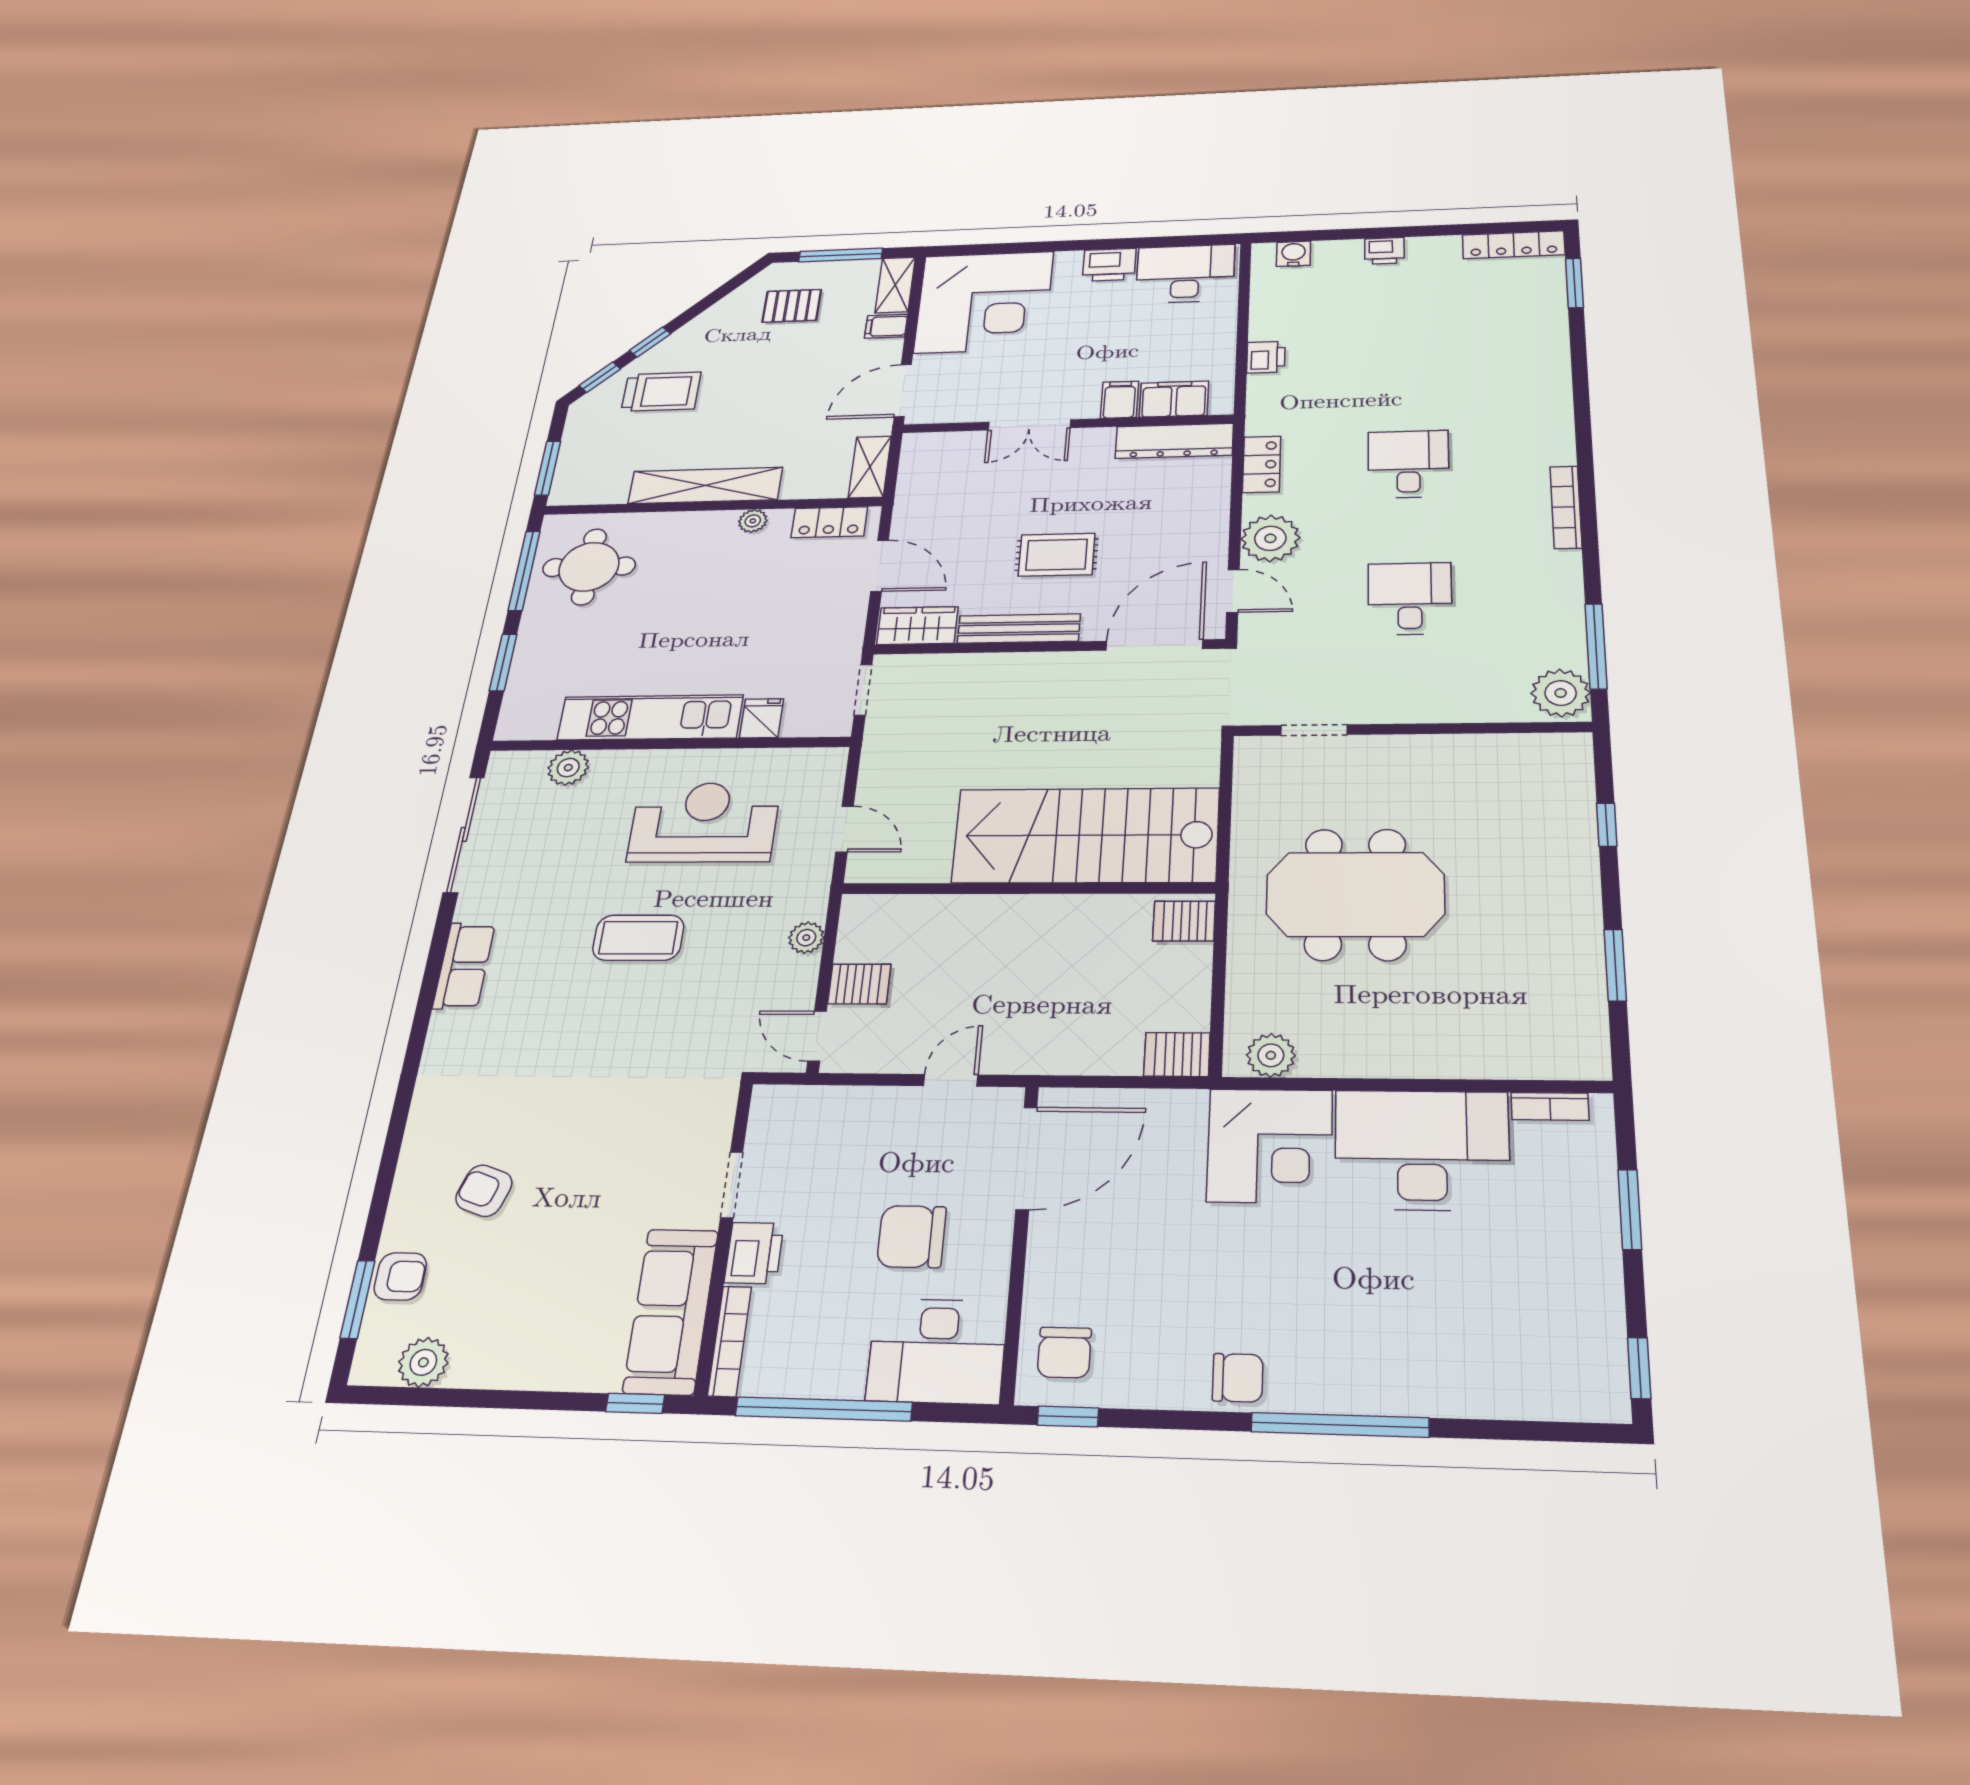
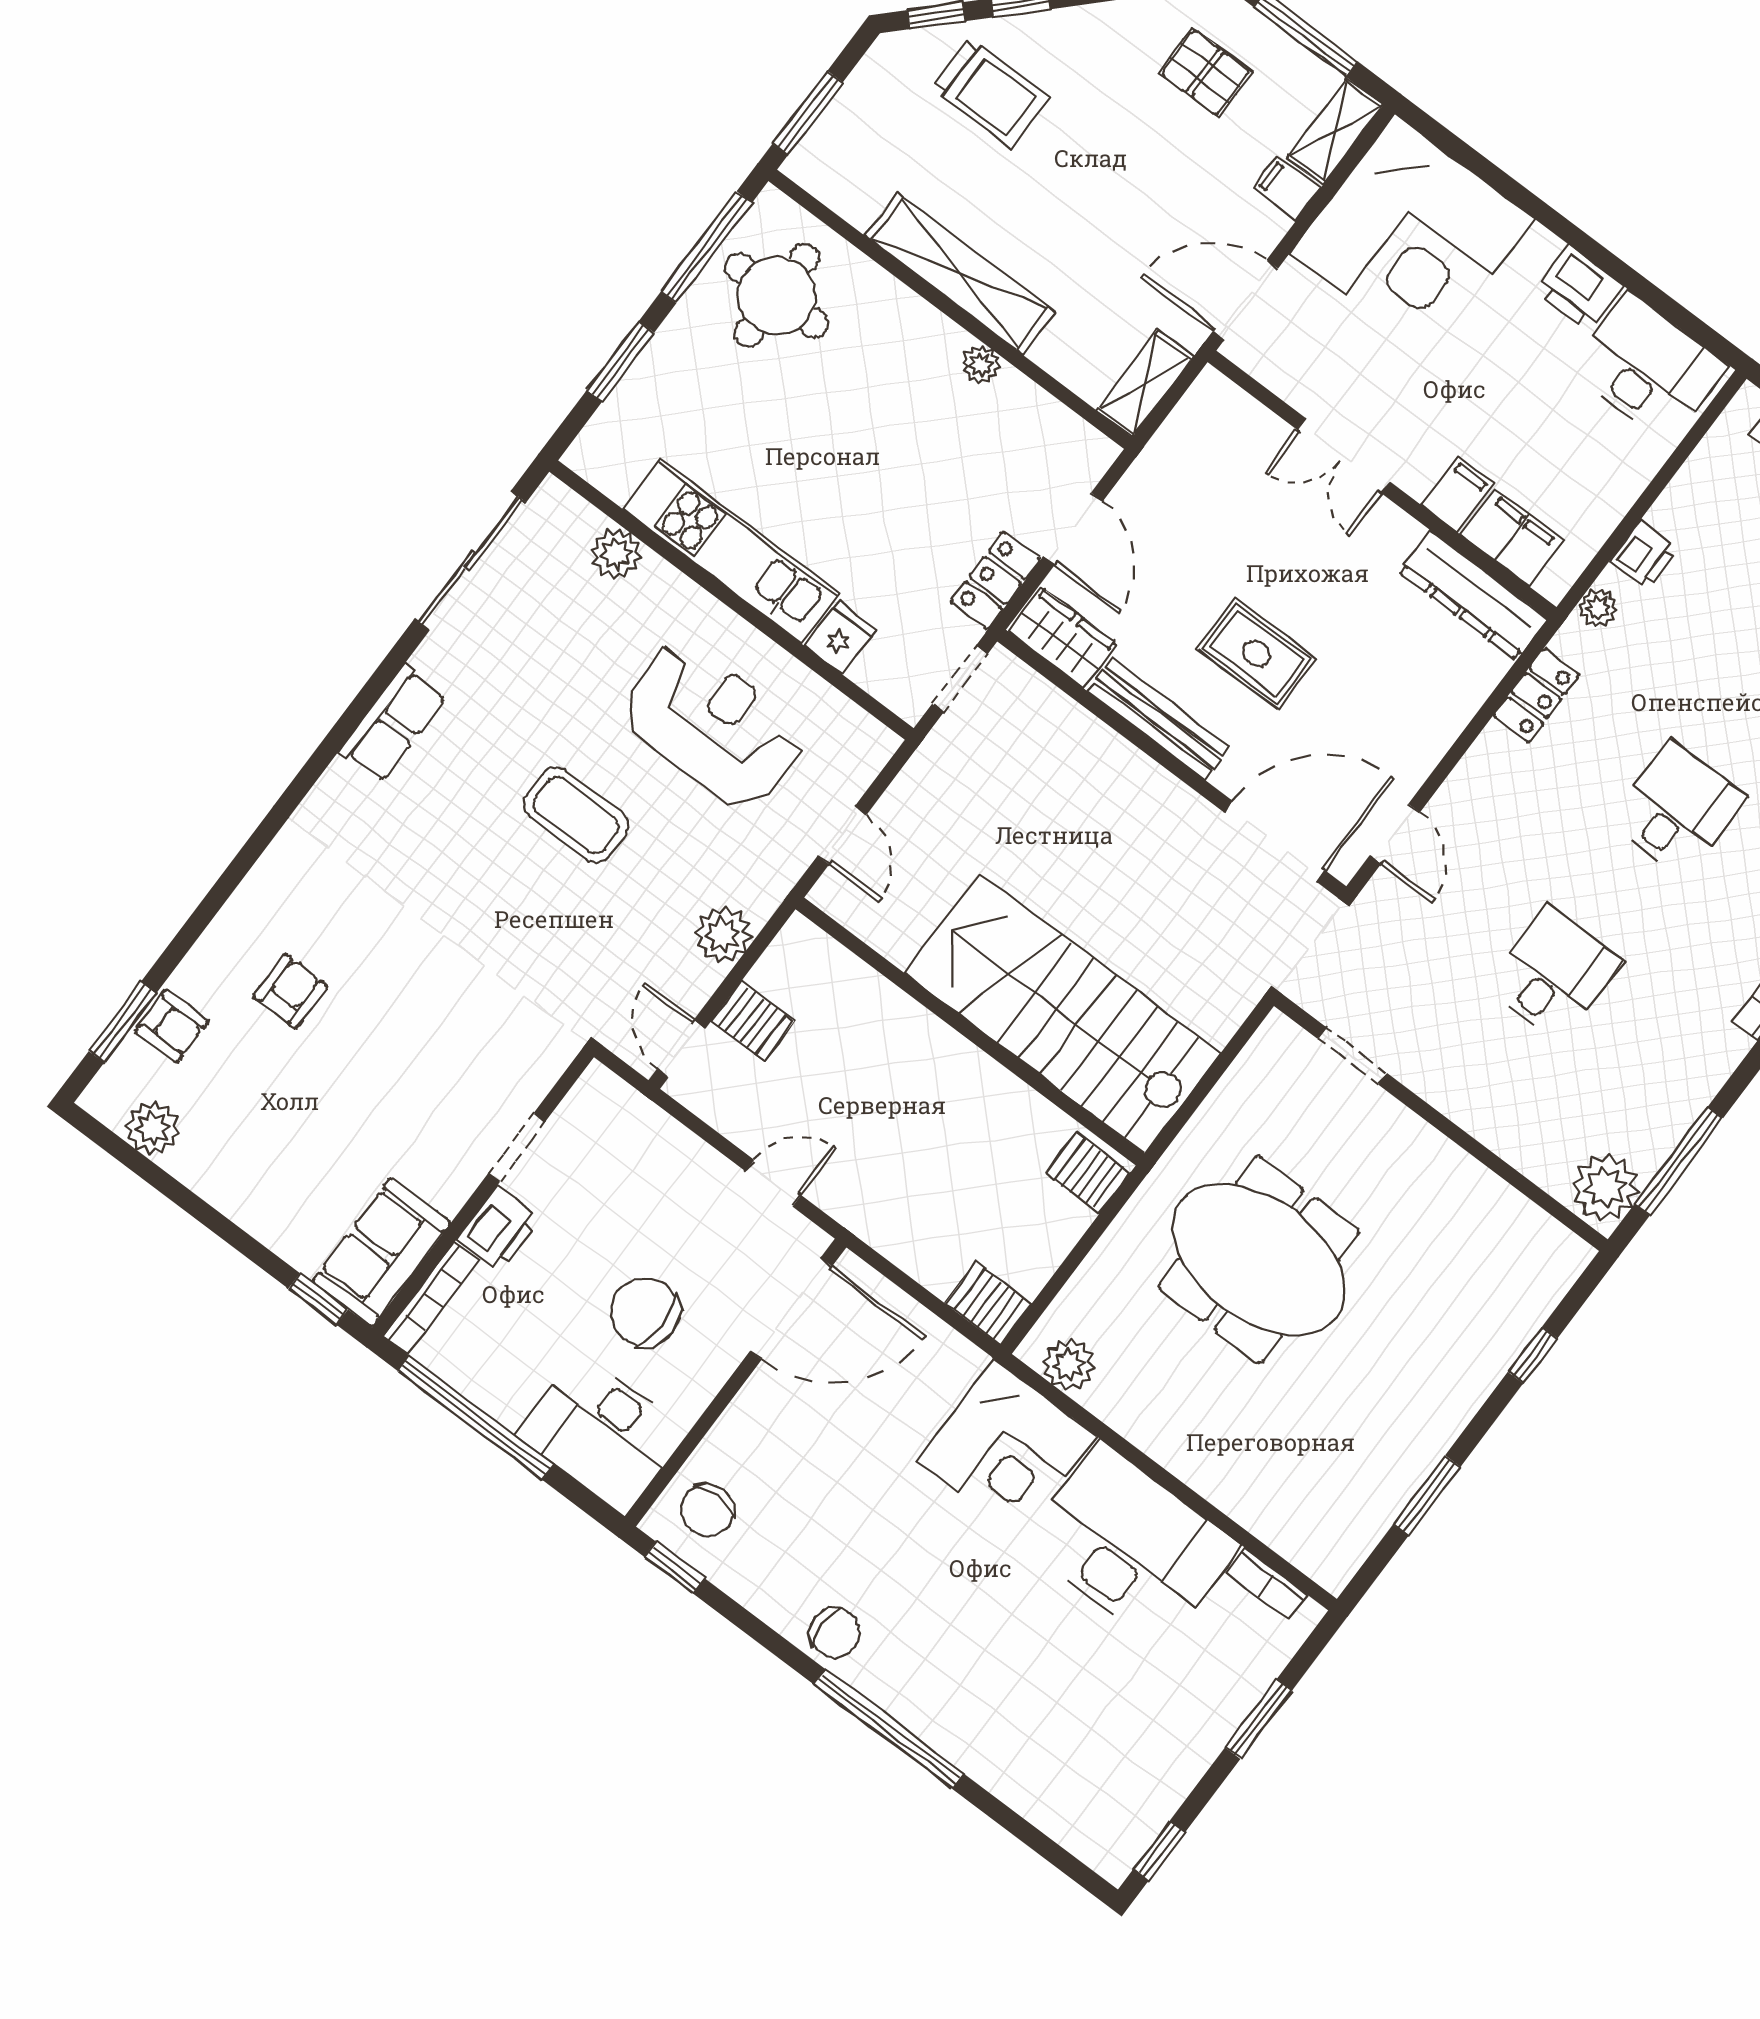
locker: (829, 522) -> (995, 580), moved, turned 90
plant: (1270, 538) -> (1598, 608), moved, width x0.53, depth x0.53
plant: (806, 938) -> (723, 935), width x1.38, depth x1.38
armchair: (484, 1191) -> (290, 991), turned 71
sofa: (671, 1311) -> (381, 1252), width x0.73

